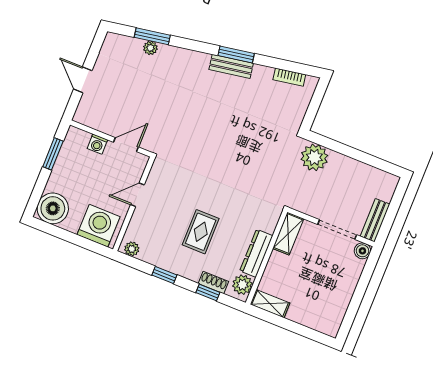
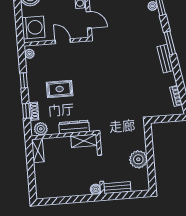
window: (236, 55) -> (170, 43), moved
plant: (314, 157) -> (138, 159), moved
dresser: (256, 253) -> (74, 127), moved

